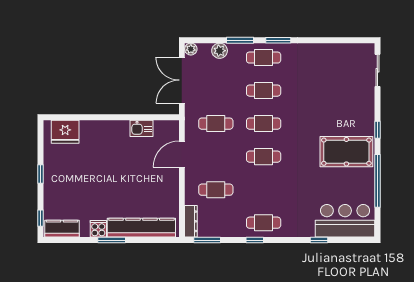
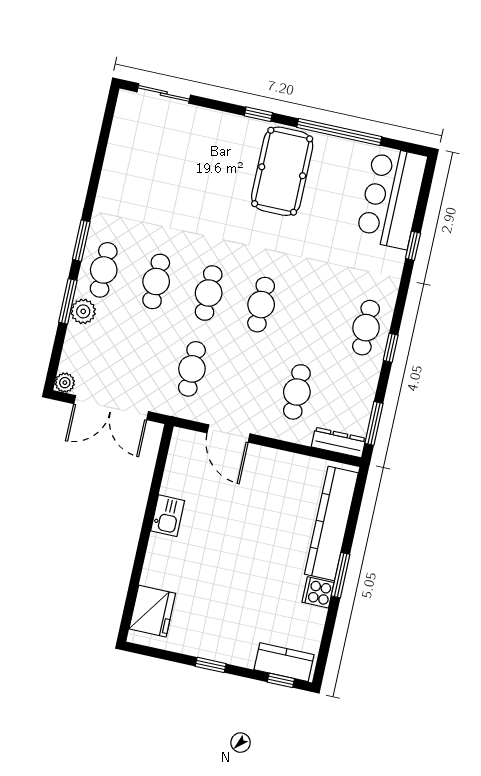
plant: (220, 51) -> (83, 311), moved
kitchen sink: (142, 128) -> (168, 516), moved
kitchen counter: (62, 229) -> (284, 662), moved, turned 90

